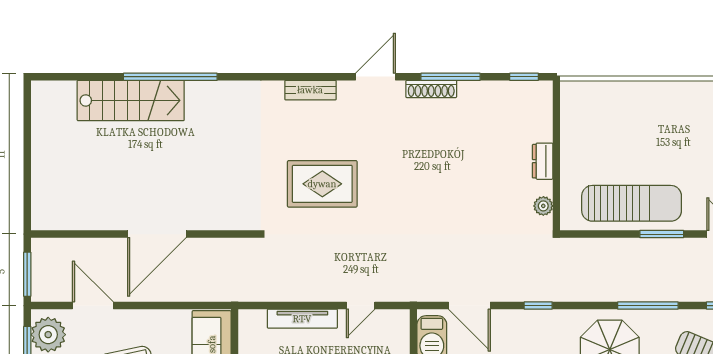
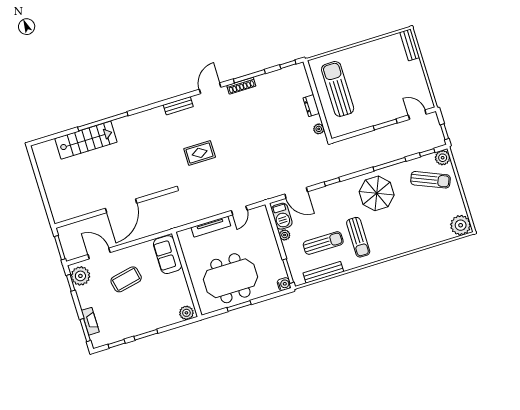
rug: (322, 184) -> (200, 153), width x0.73, depth x0.70
sun lounger: (632, 203) -> (338, 89), moved, turned -90

